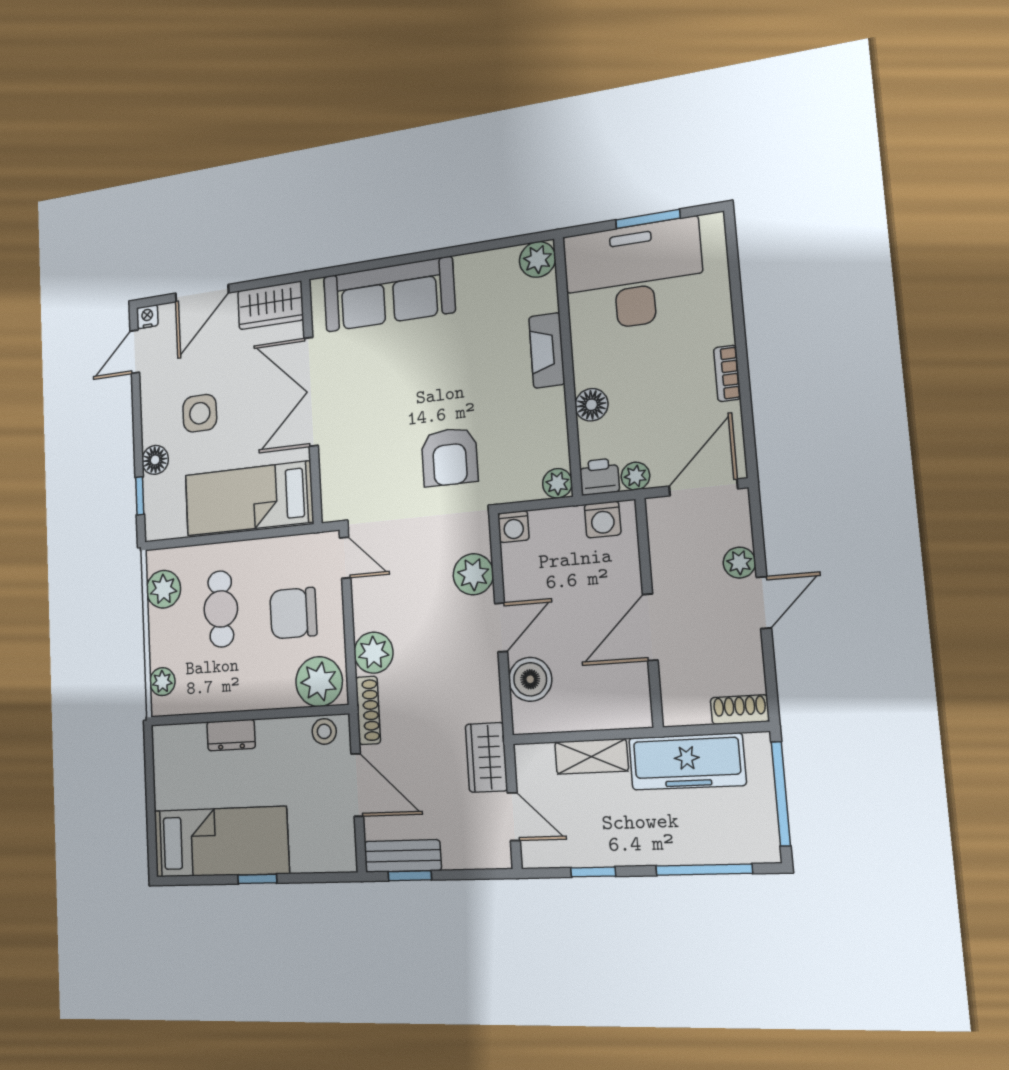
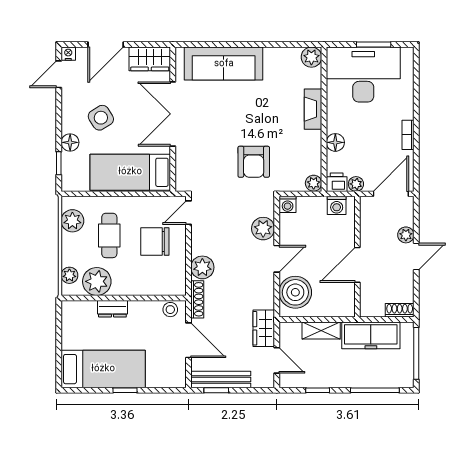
side table: (200, 413) -> (101, 118), turned -32
door: (345, 558) -> (188, 213), swing flipped
boiler: (530, 679) -> (295, 292), width x1.37, depth x1.37
plant: (319, 682) -> (97, 281), moved
bench: (402, 856) -> (221, 380), width x1.36

